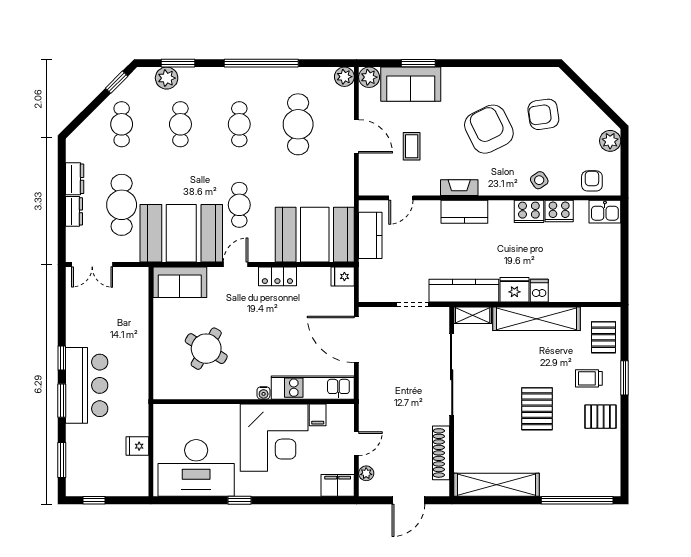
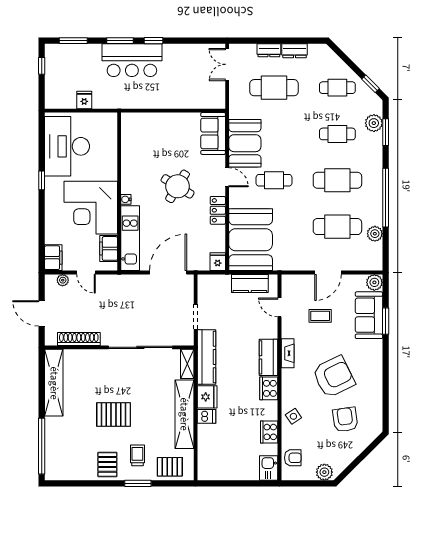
plant: (344, 77) -> (375, 234), moved
cafe table: (239, 124) -> (337, 180), width x1.37, depth x1.35
cooker: (529, 211) -> (269, 388), moved
booth: (181, 233) -> (245, 143), width x0.73, depth x0.70
round table: (206, 349) -> (178, 186), moved
filing cabinet: (318, 415) -> (109, 248), width x2.00

